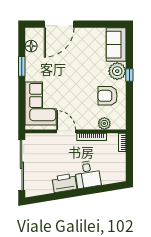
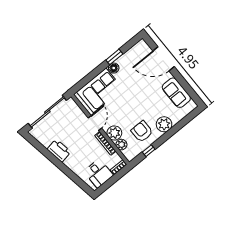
sofa: (116, 45) -> (176, 93), moved, turned -90
floor lamp: (31, 46) -> (114, 68), moved
window: (129, 75) -> (149, 151), moved
plant: (89, 121) -> (114, 133), added
desk: (88, 174) -> (98, 173), moved, turned -81

